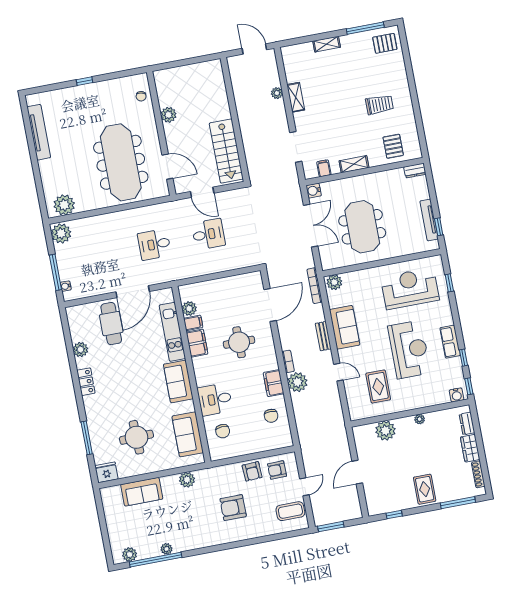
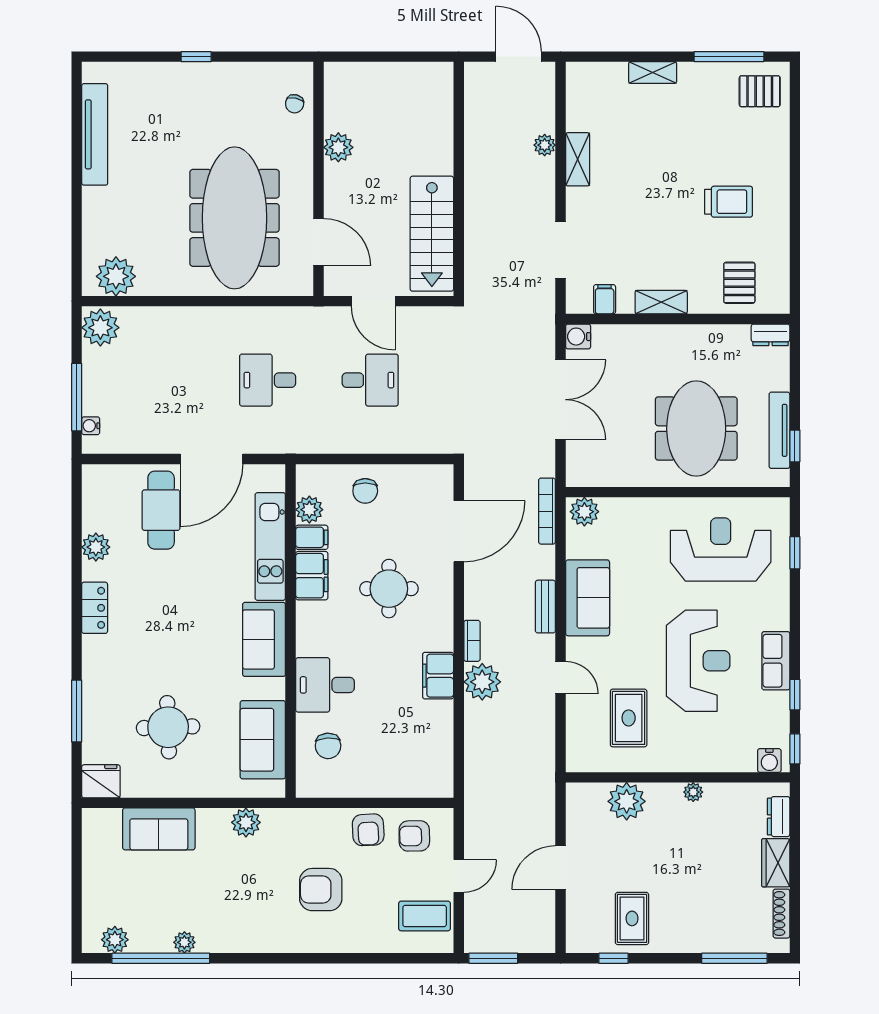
meeting table: (362, 227) -> (696, 429), moved
chair: (271, 416) -> (365, 491), moved
rug: (425, 489) -> (632, 918), moved

